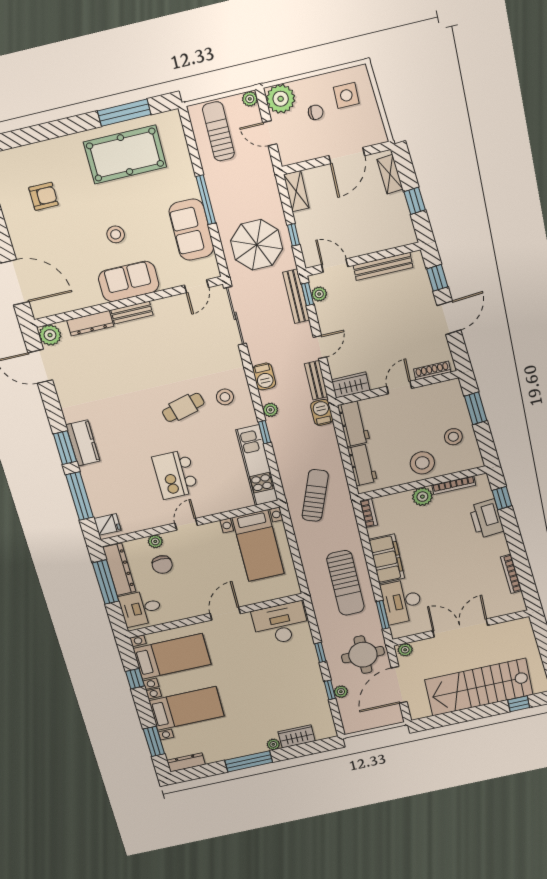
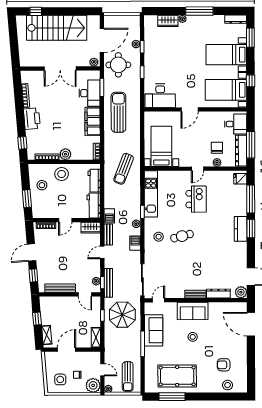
stool: (25, 160) -> (228, 385), added
printer: (486, 519) -> (32, 119), moved

